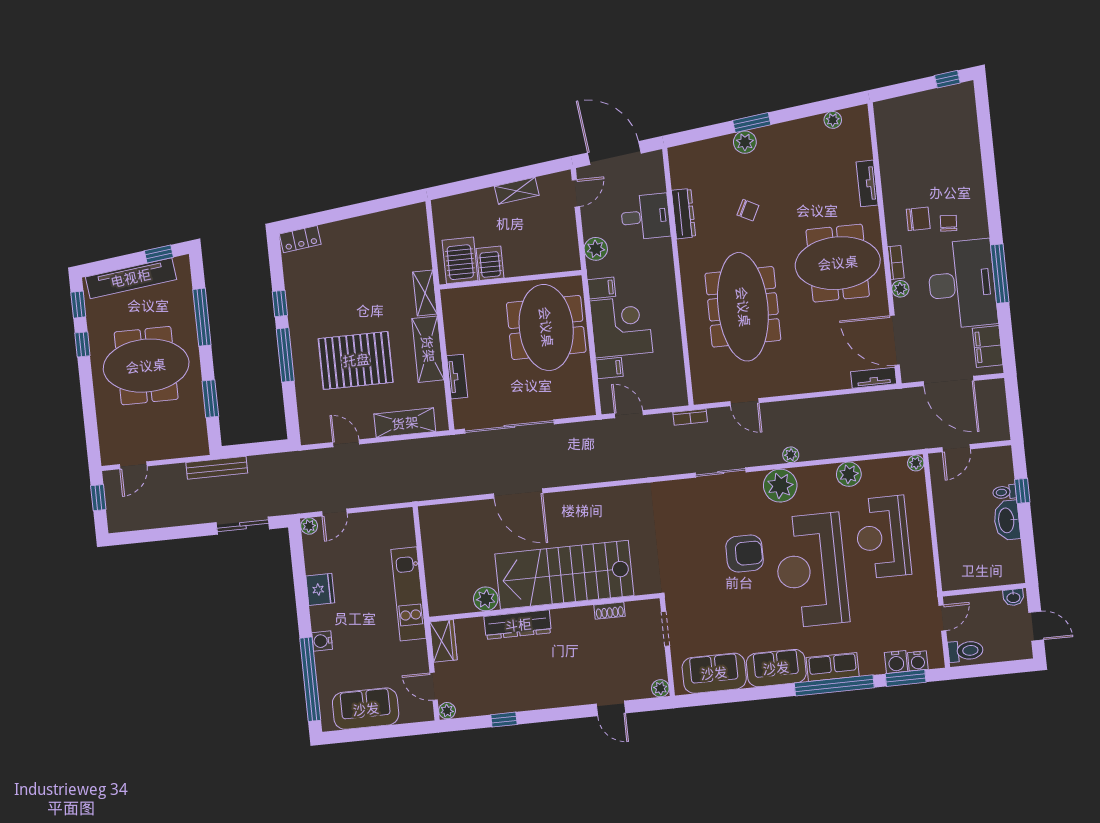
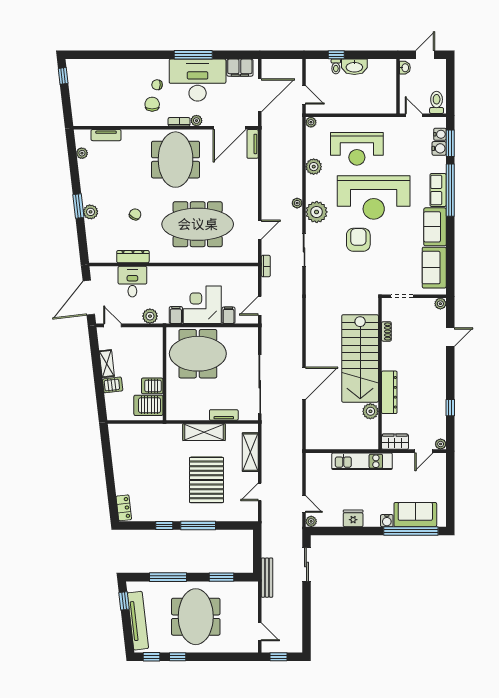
tv unit: (867, 183) -> (106, 135), moved
server rack: (485, 203) -> (113, 385), added
shelving: (425, 293) -> (167, 430), removed
sofa: (366, 709) -> (415, 515), moved, turned 90

